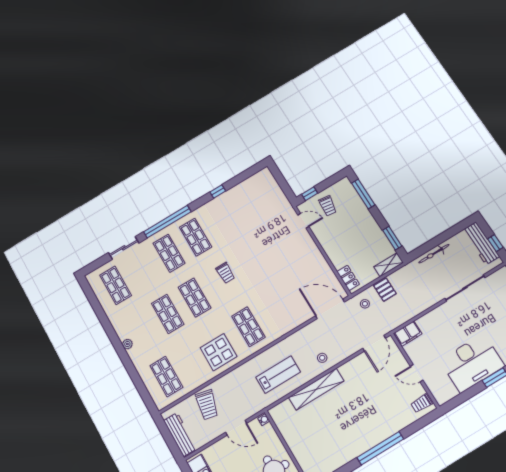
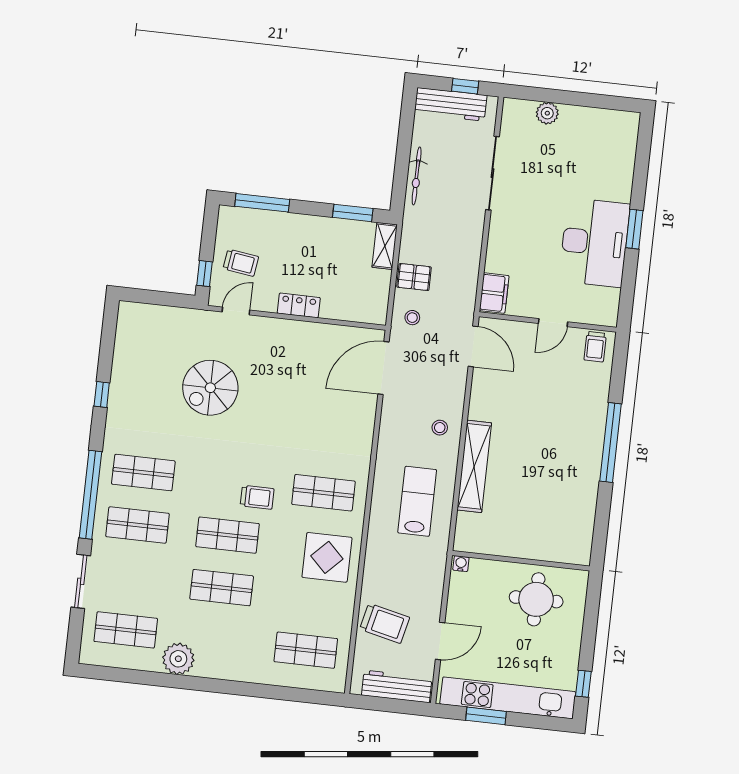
spiral stairs: (258, 237) -> (210, 388), added
trolley: (225, 273) -> (257, 497), moved
locker: (348, 278) -> (299, 305), moved
plant: (127, 344) -> (178, 659), moved, width x1.88, depth x1.88
door: (236, 428) -> (440, 641), moved

